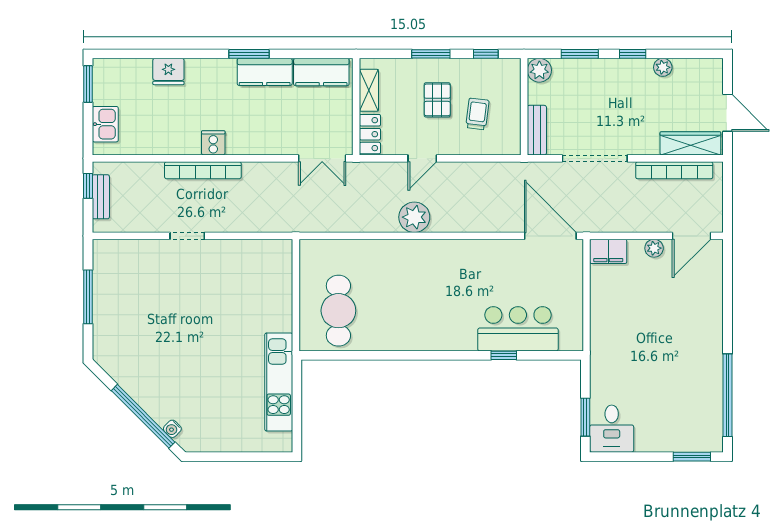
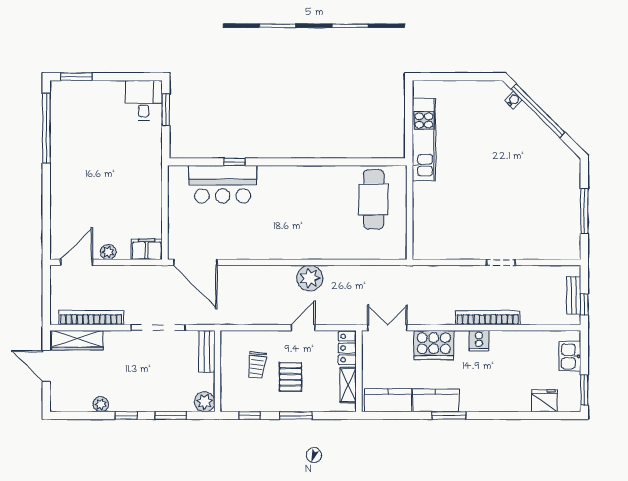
fridge: (168, 71) -> (544, 401), moved
cooker: (267, 138) -> (434, 345), added

